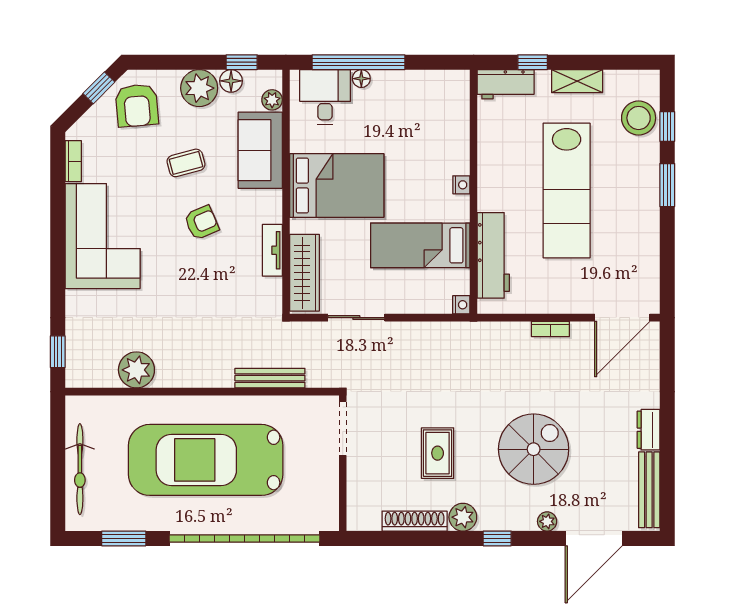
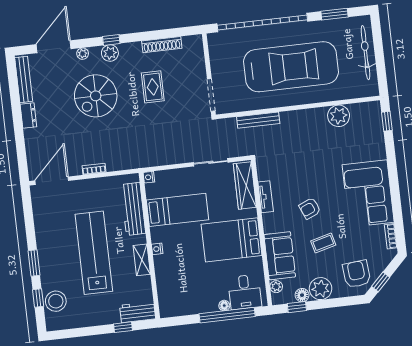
shelving: (577, 81) -> (142, 260), moved, turned 90
plant: (463, 517) -> (110, 53), moved

